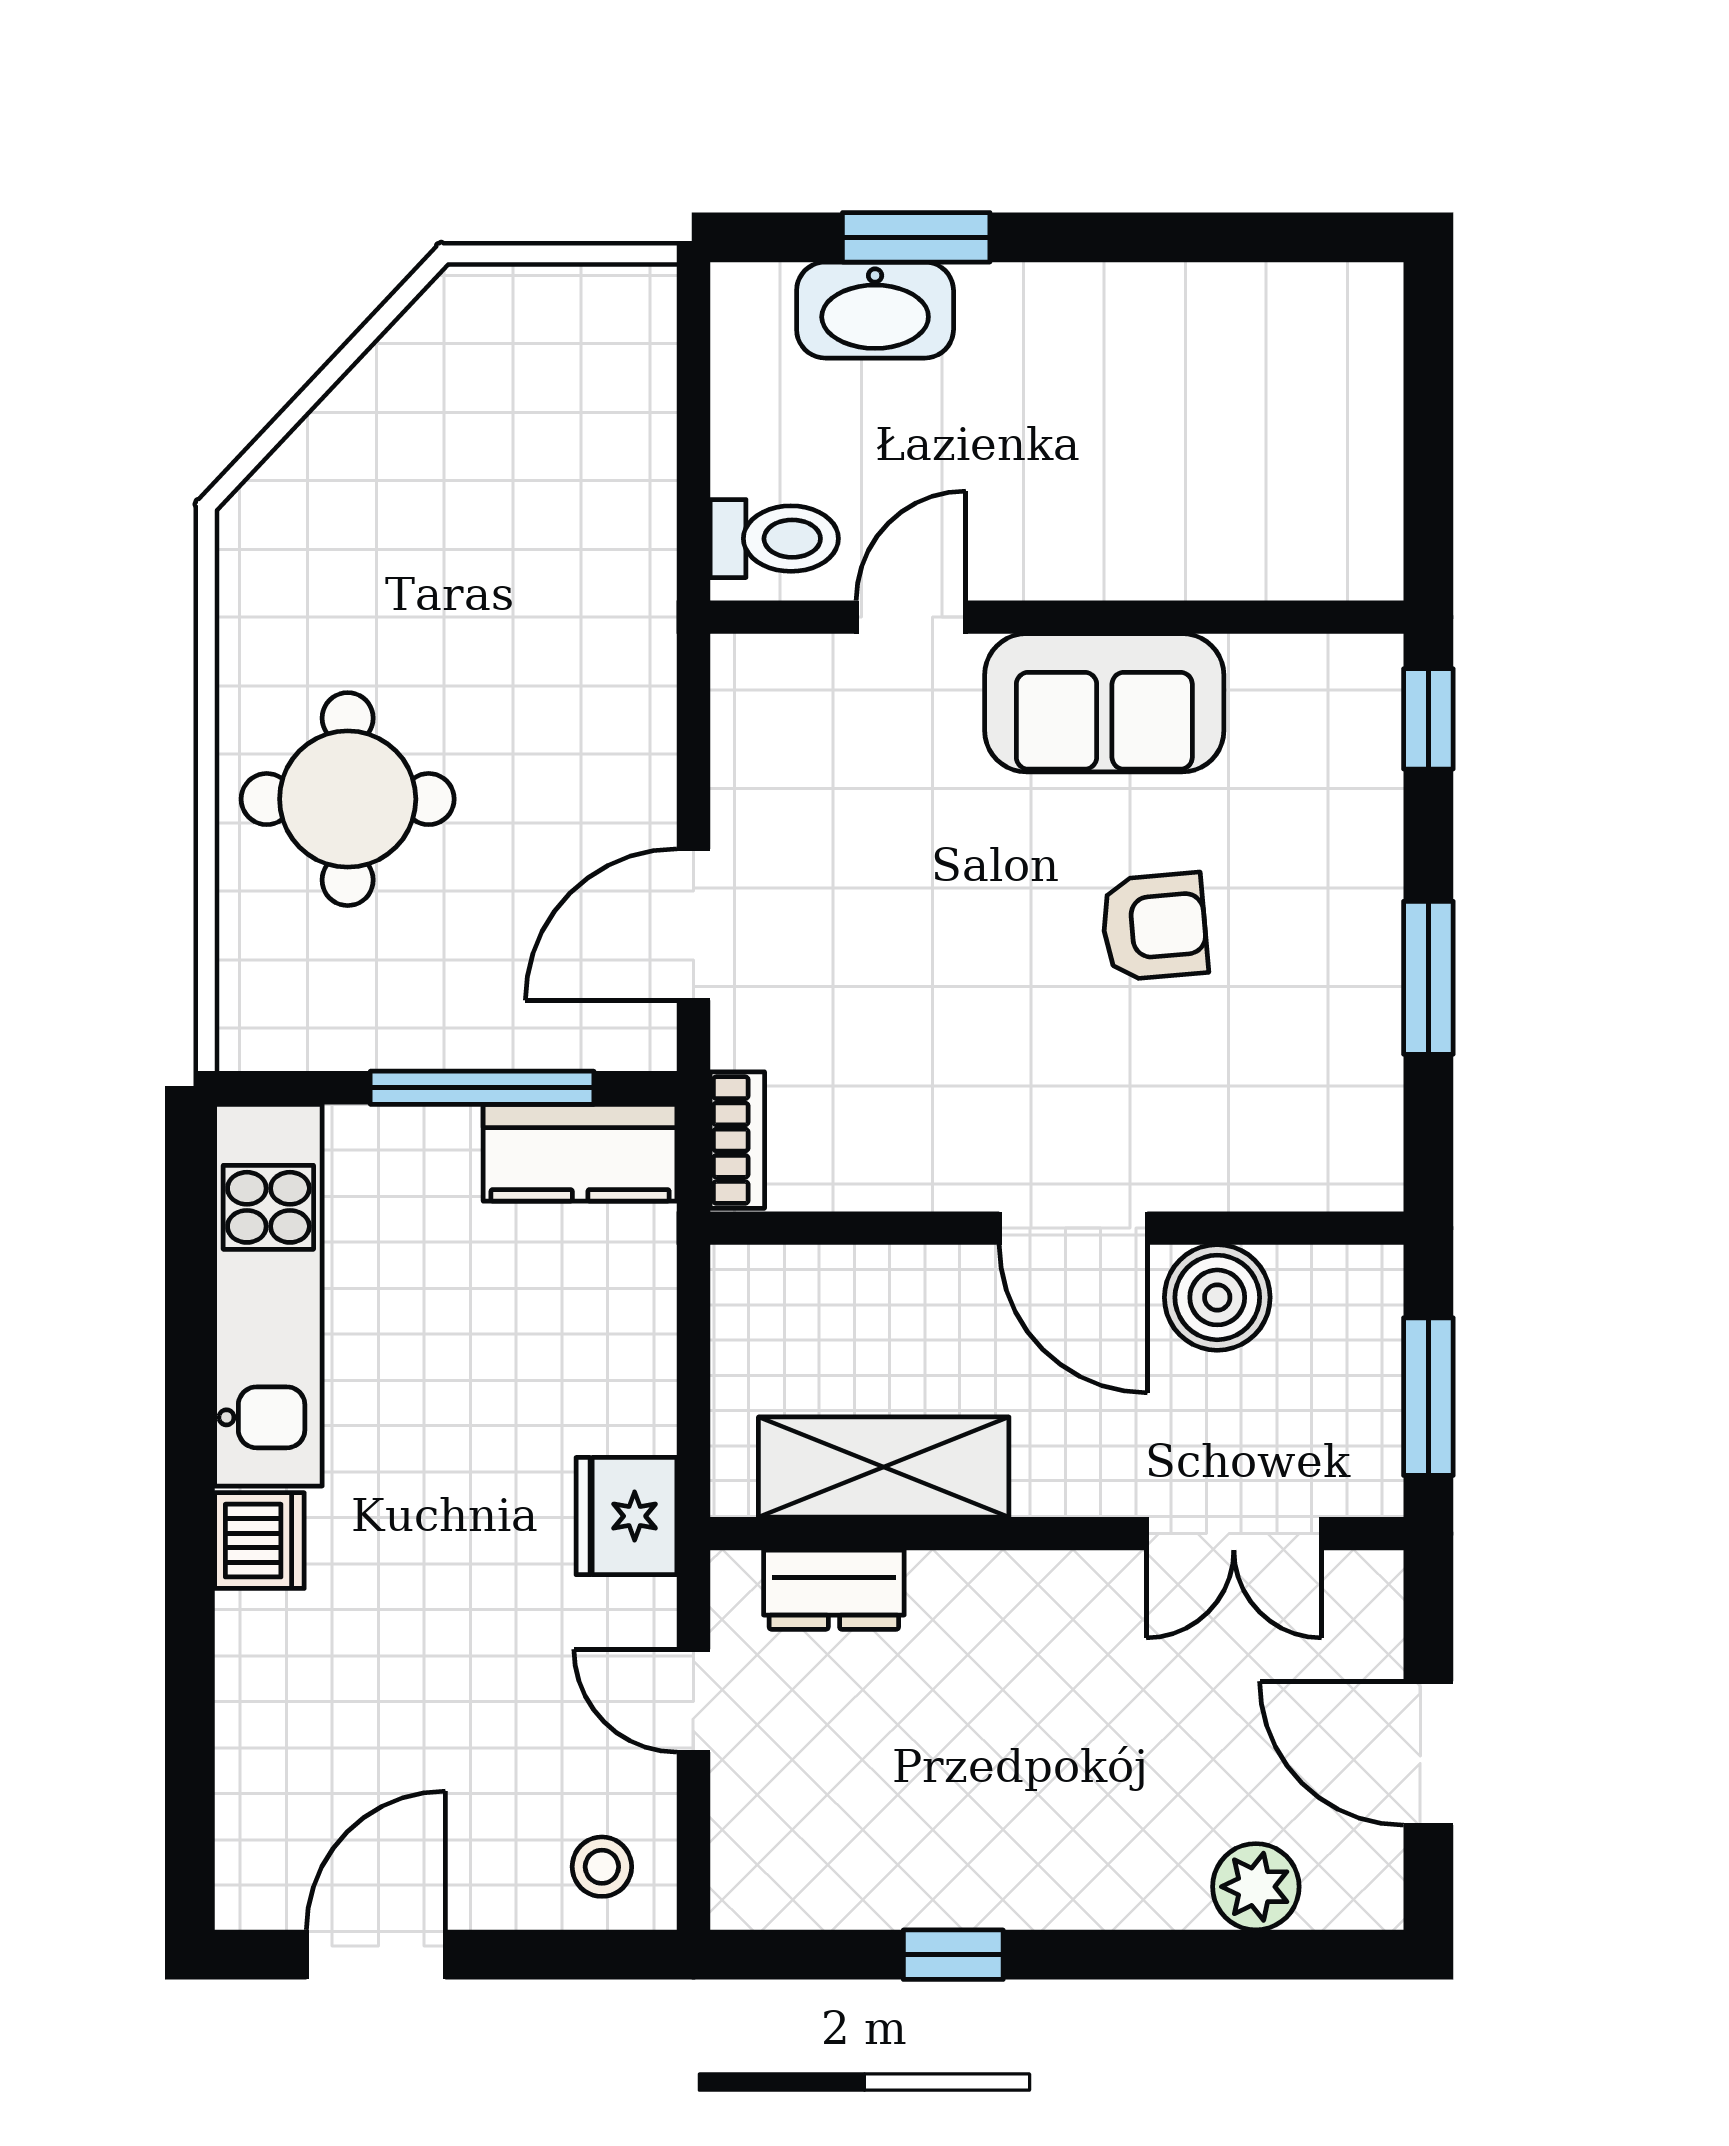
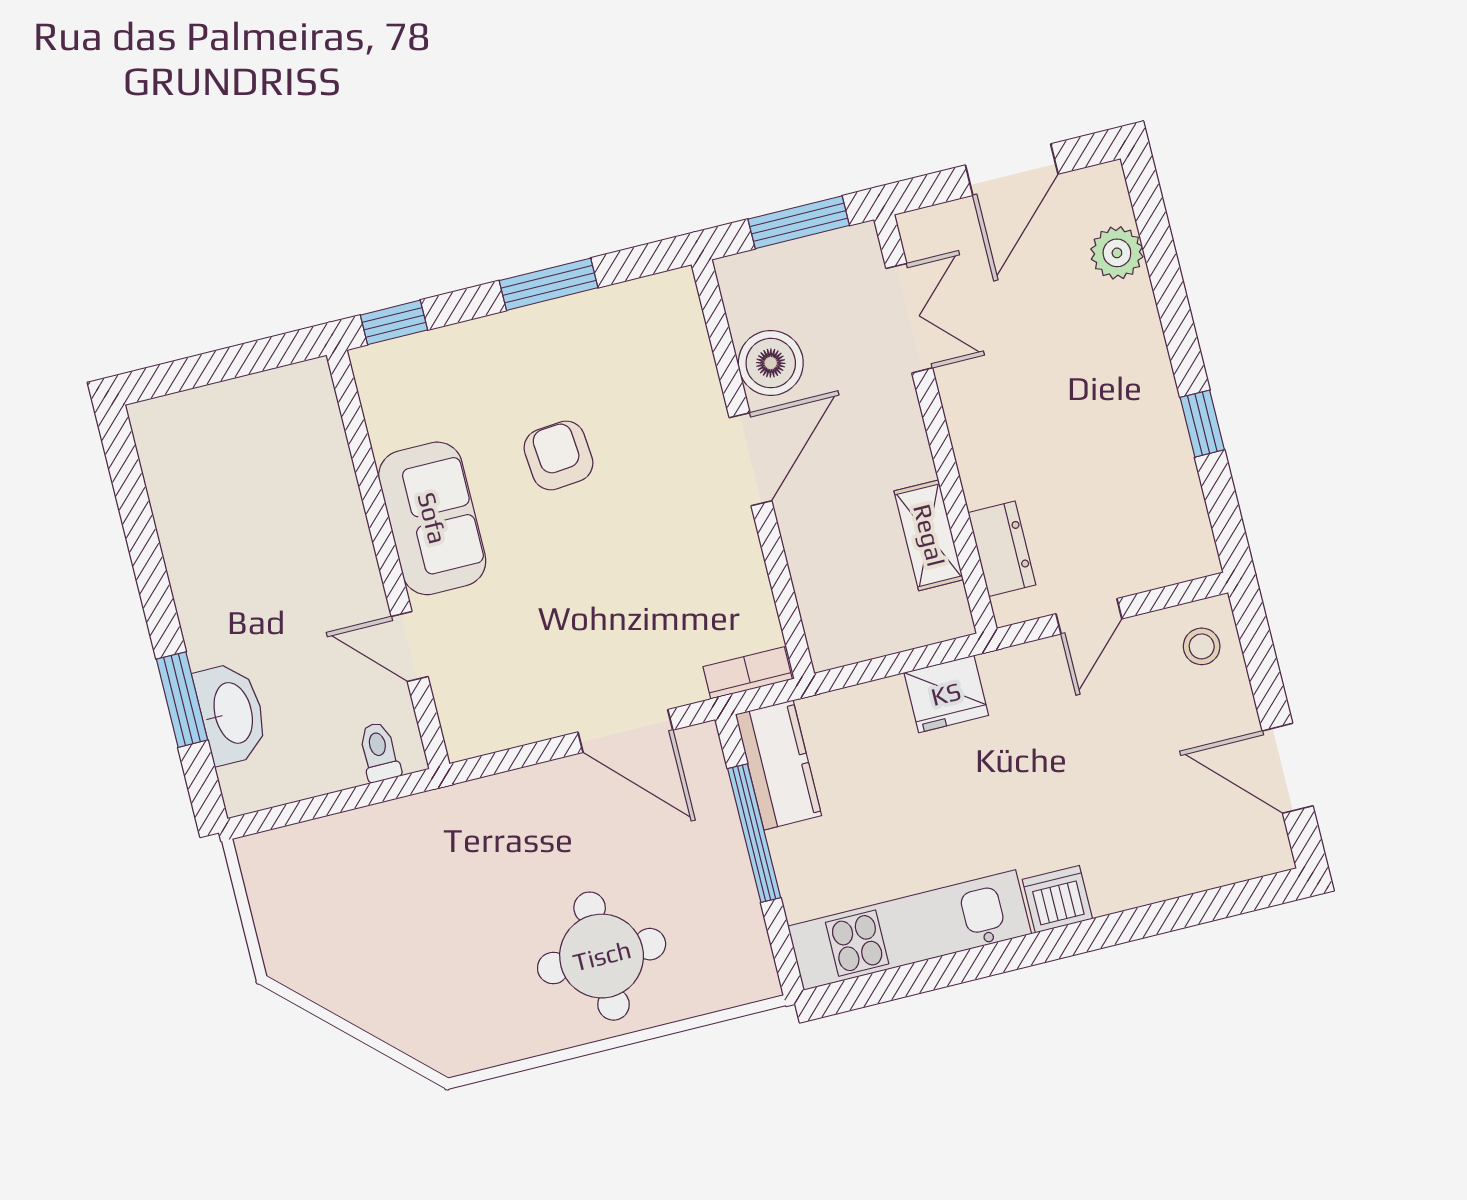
toilet: (774, 539) -> (379, 752), width x0.73, depth x0.72
shelving: (884, 1467) -> (929, 535), width x0.67, depth x0.75
fridge: (627, 1516) -> (946, 694), moved

